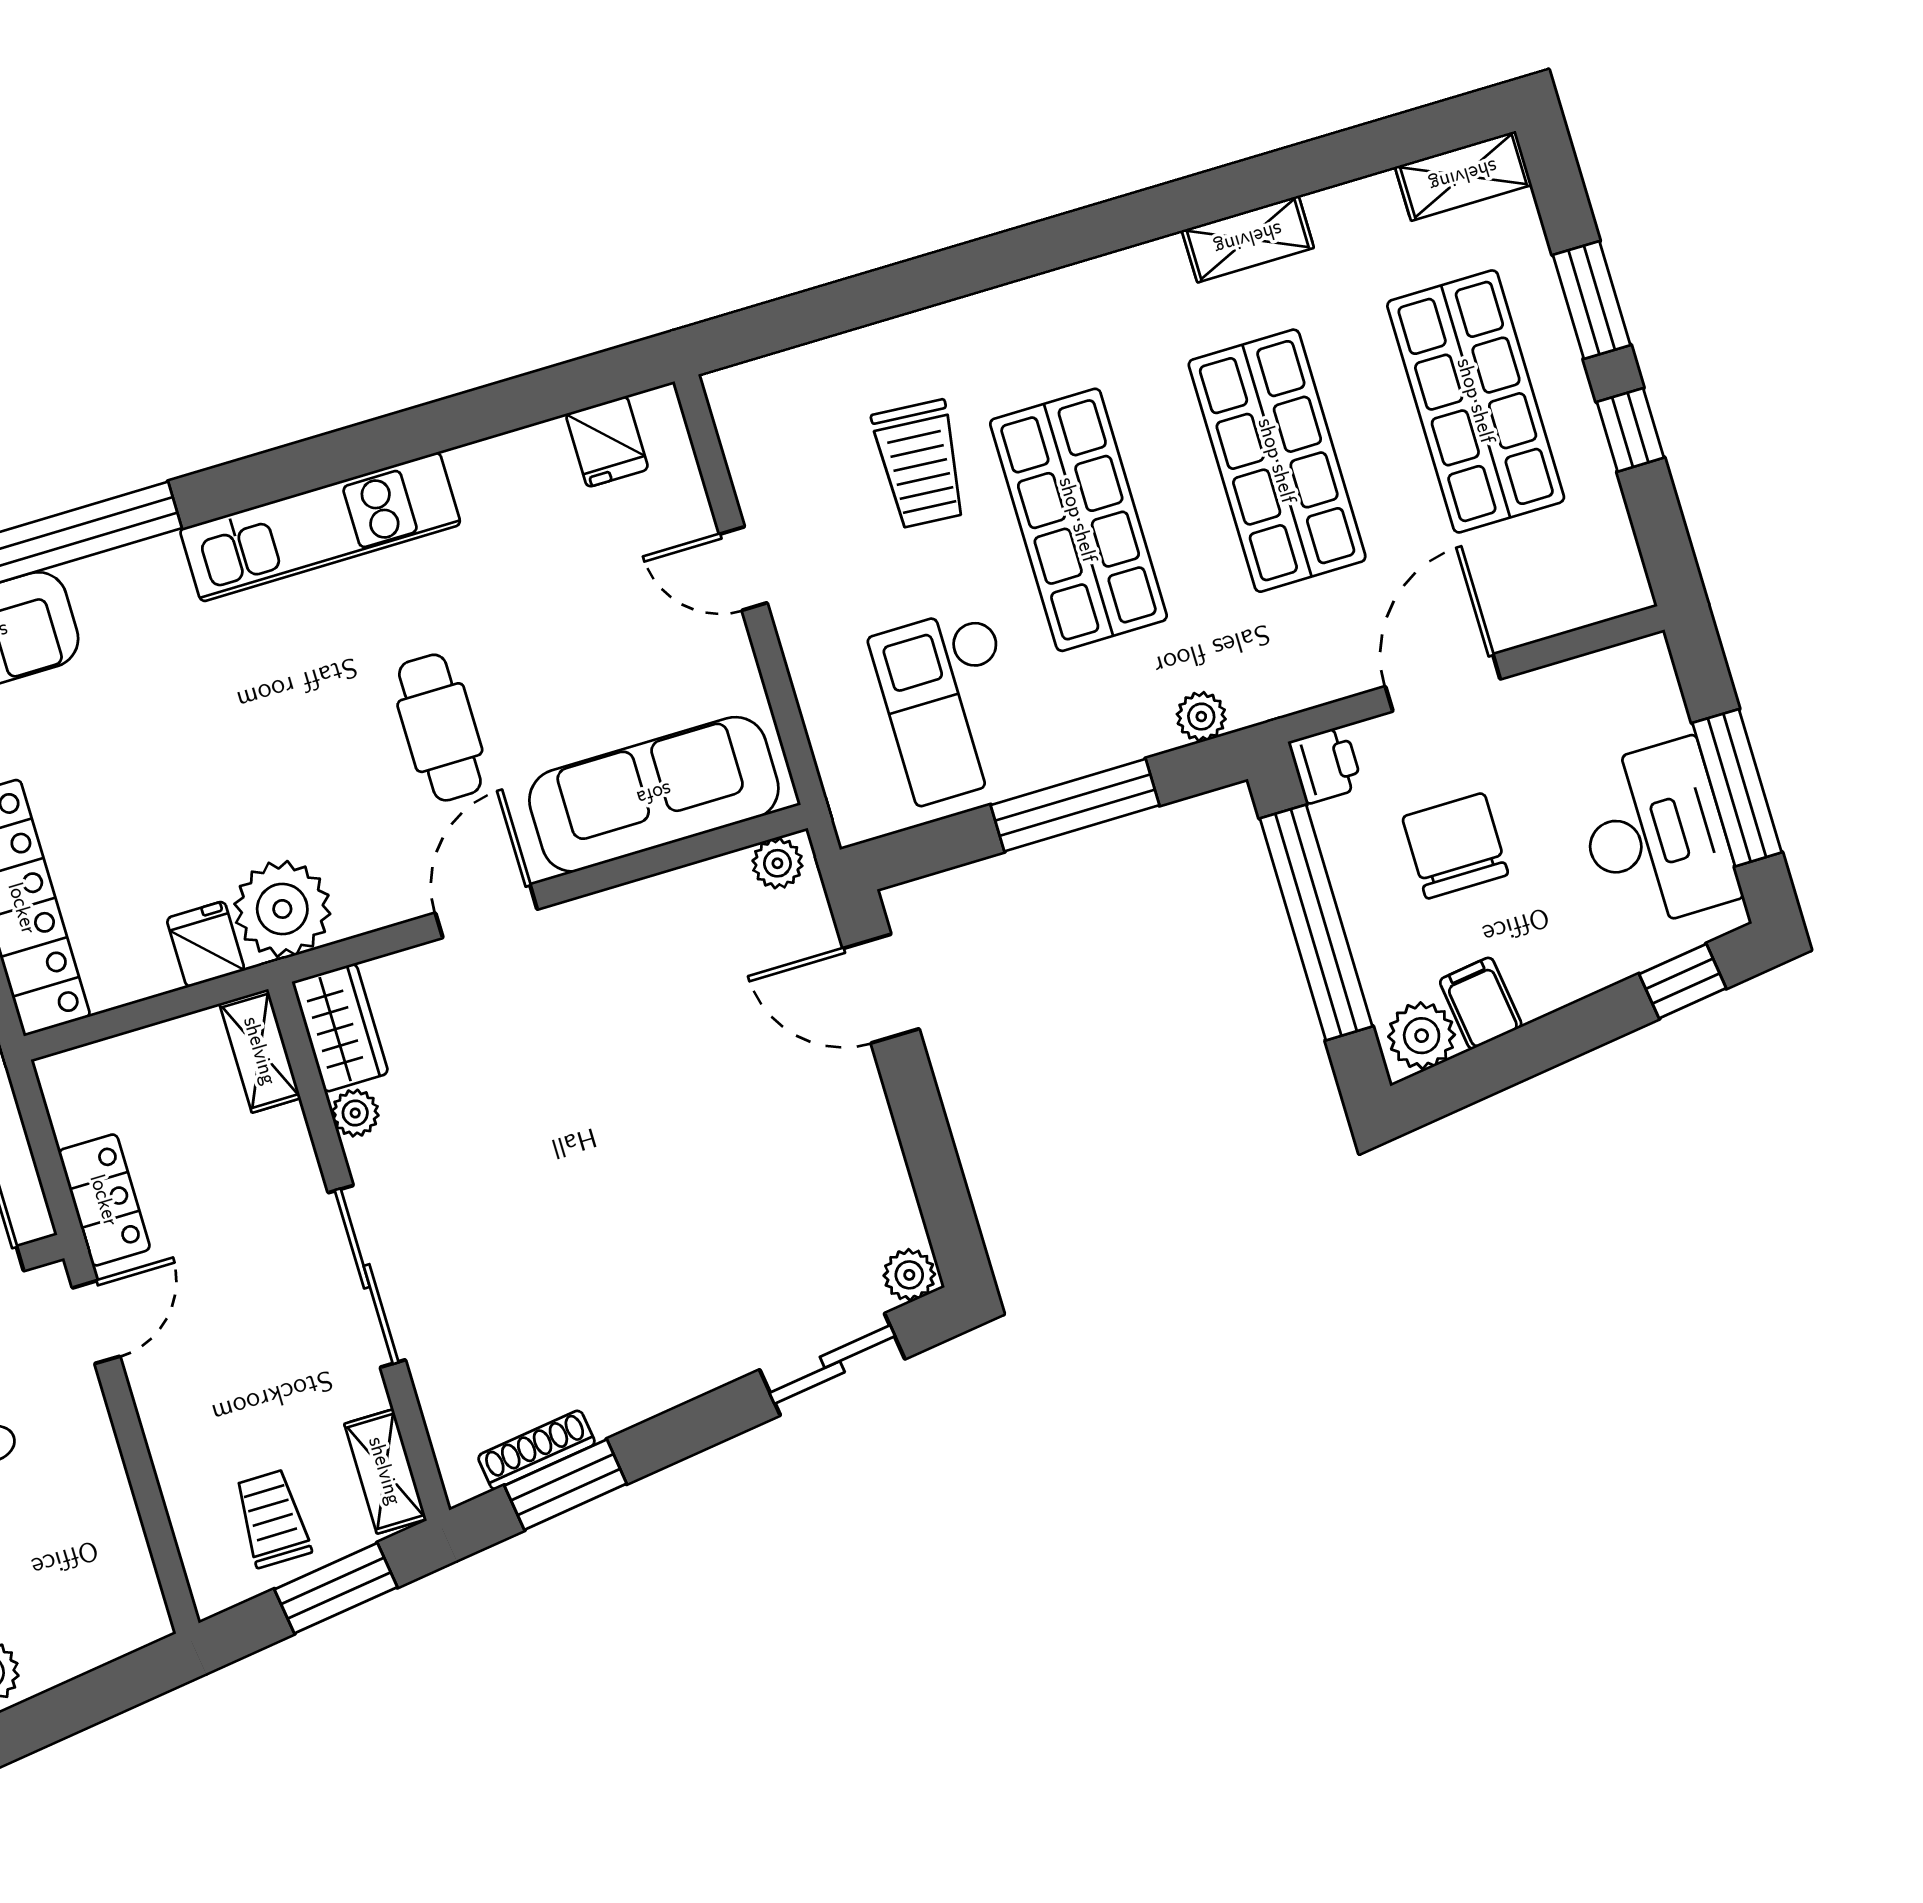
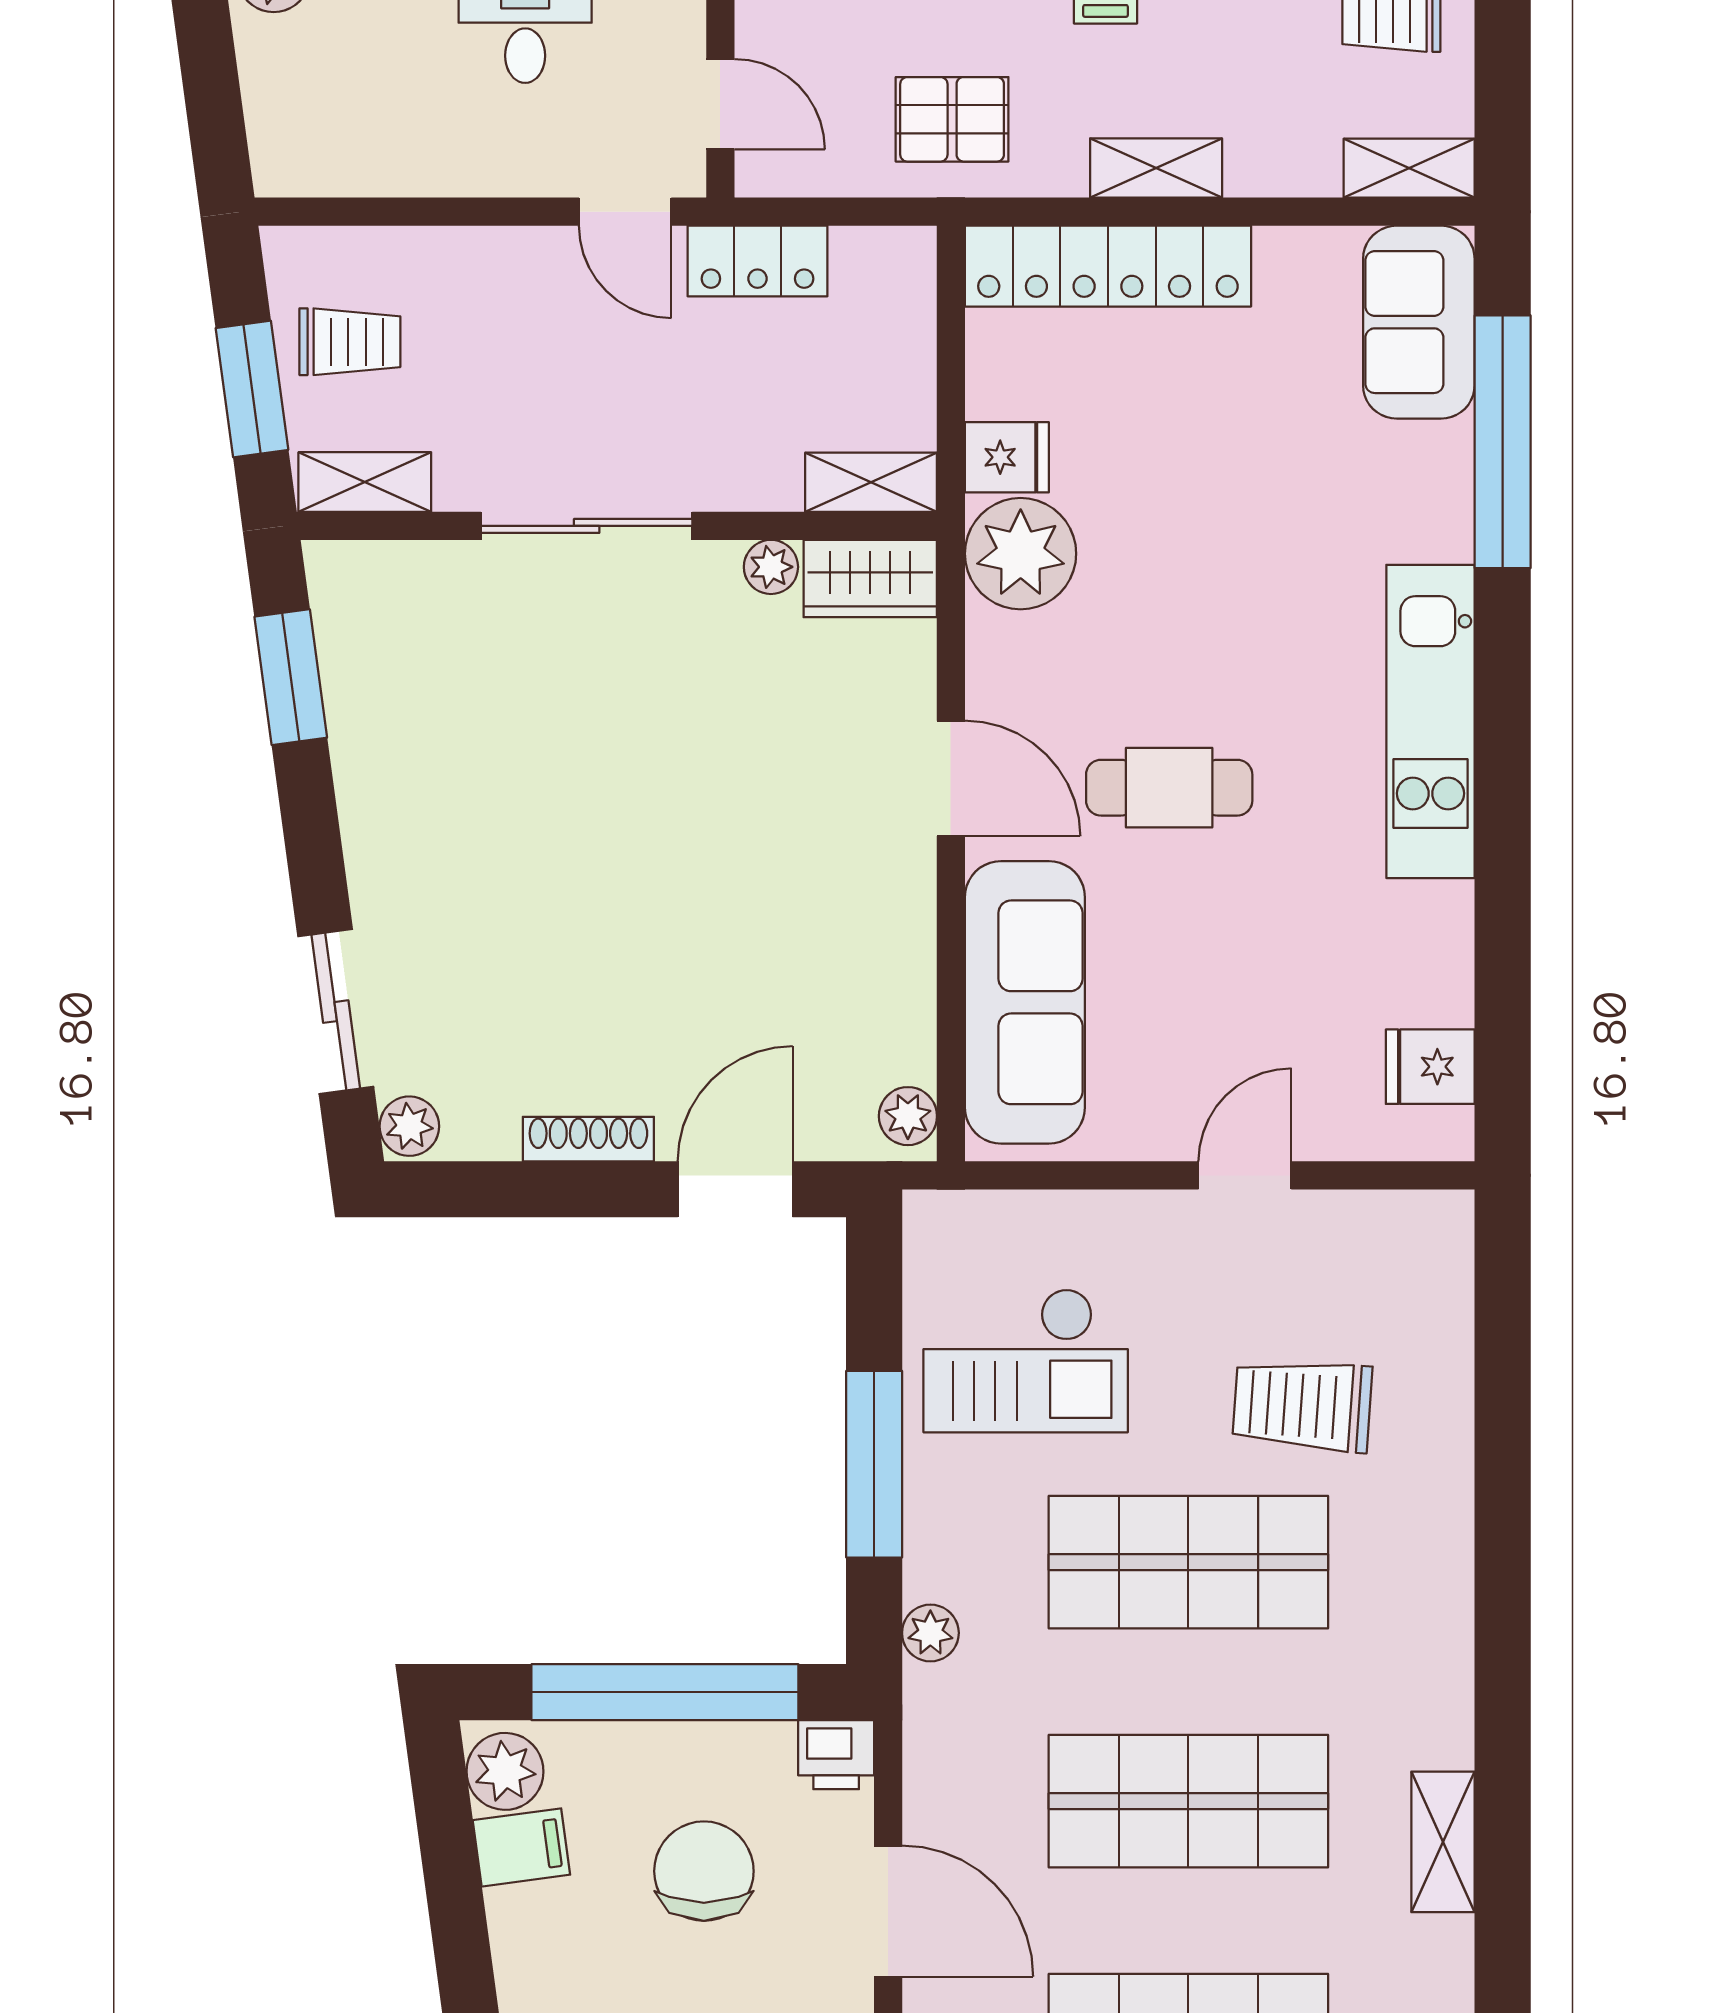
checkout: (951, 705) -> (1026, 1361), turned 180
chair: (1455, 846) -> (704, 1871), turned -90
shoe rack: (536, 1450) -> (588, 1139), moved, turned -82

